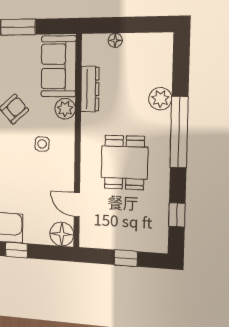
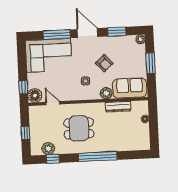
plant: (160, 99) -> (48, 149), moved
door: (77, 205) -> (53, 103), hinge flipped
window: (17, 250) -> (23, 87), moved

